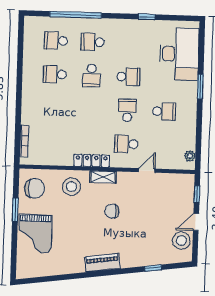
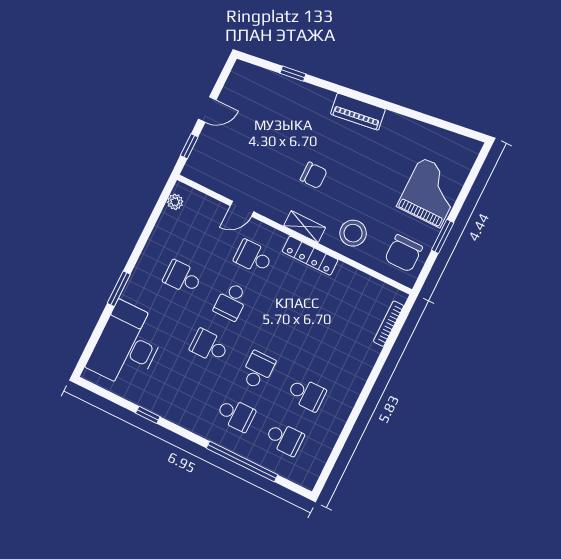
school desk: (126, 144) -> (253, 257), turned 180
chair: (35, 188) -> (404, 253), turned -90
stool: (181, 241) -> (239, 93), removed

